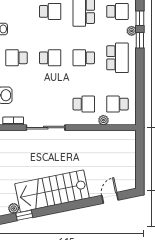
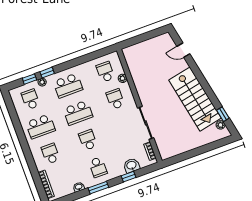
school desk: (84, 58) -> (78, 113), width x1.85
school desk: (117, 58) -> (68, 86), turned 180
school desk: (117, 104) -> (105, 72), turned 180

